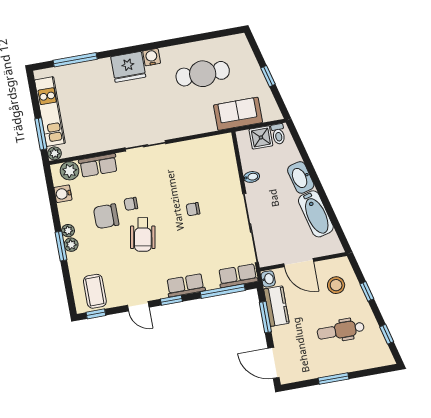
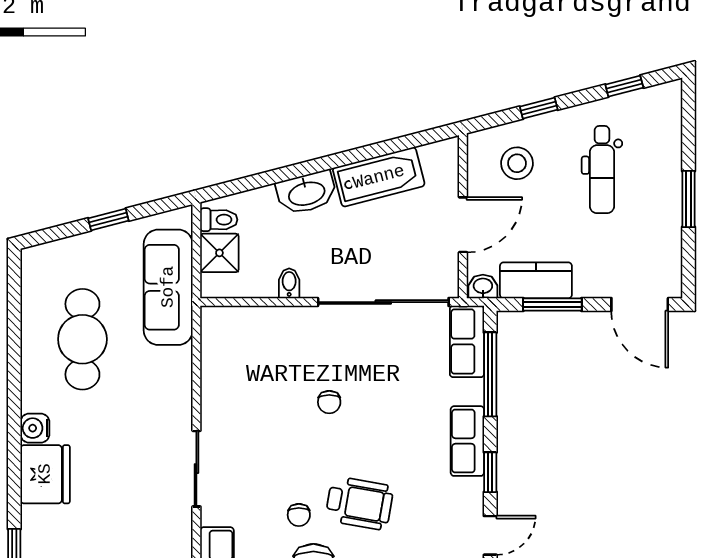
sofa: (238, 114) -> (168, 287), width x1.36
door: (273, 363) -> (640, 304), hinge flipped

